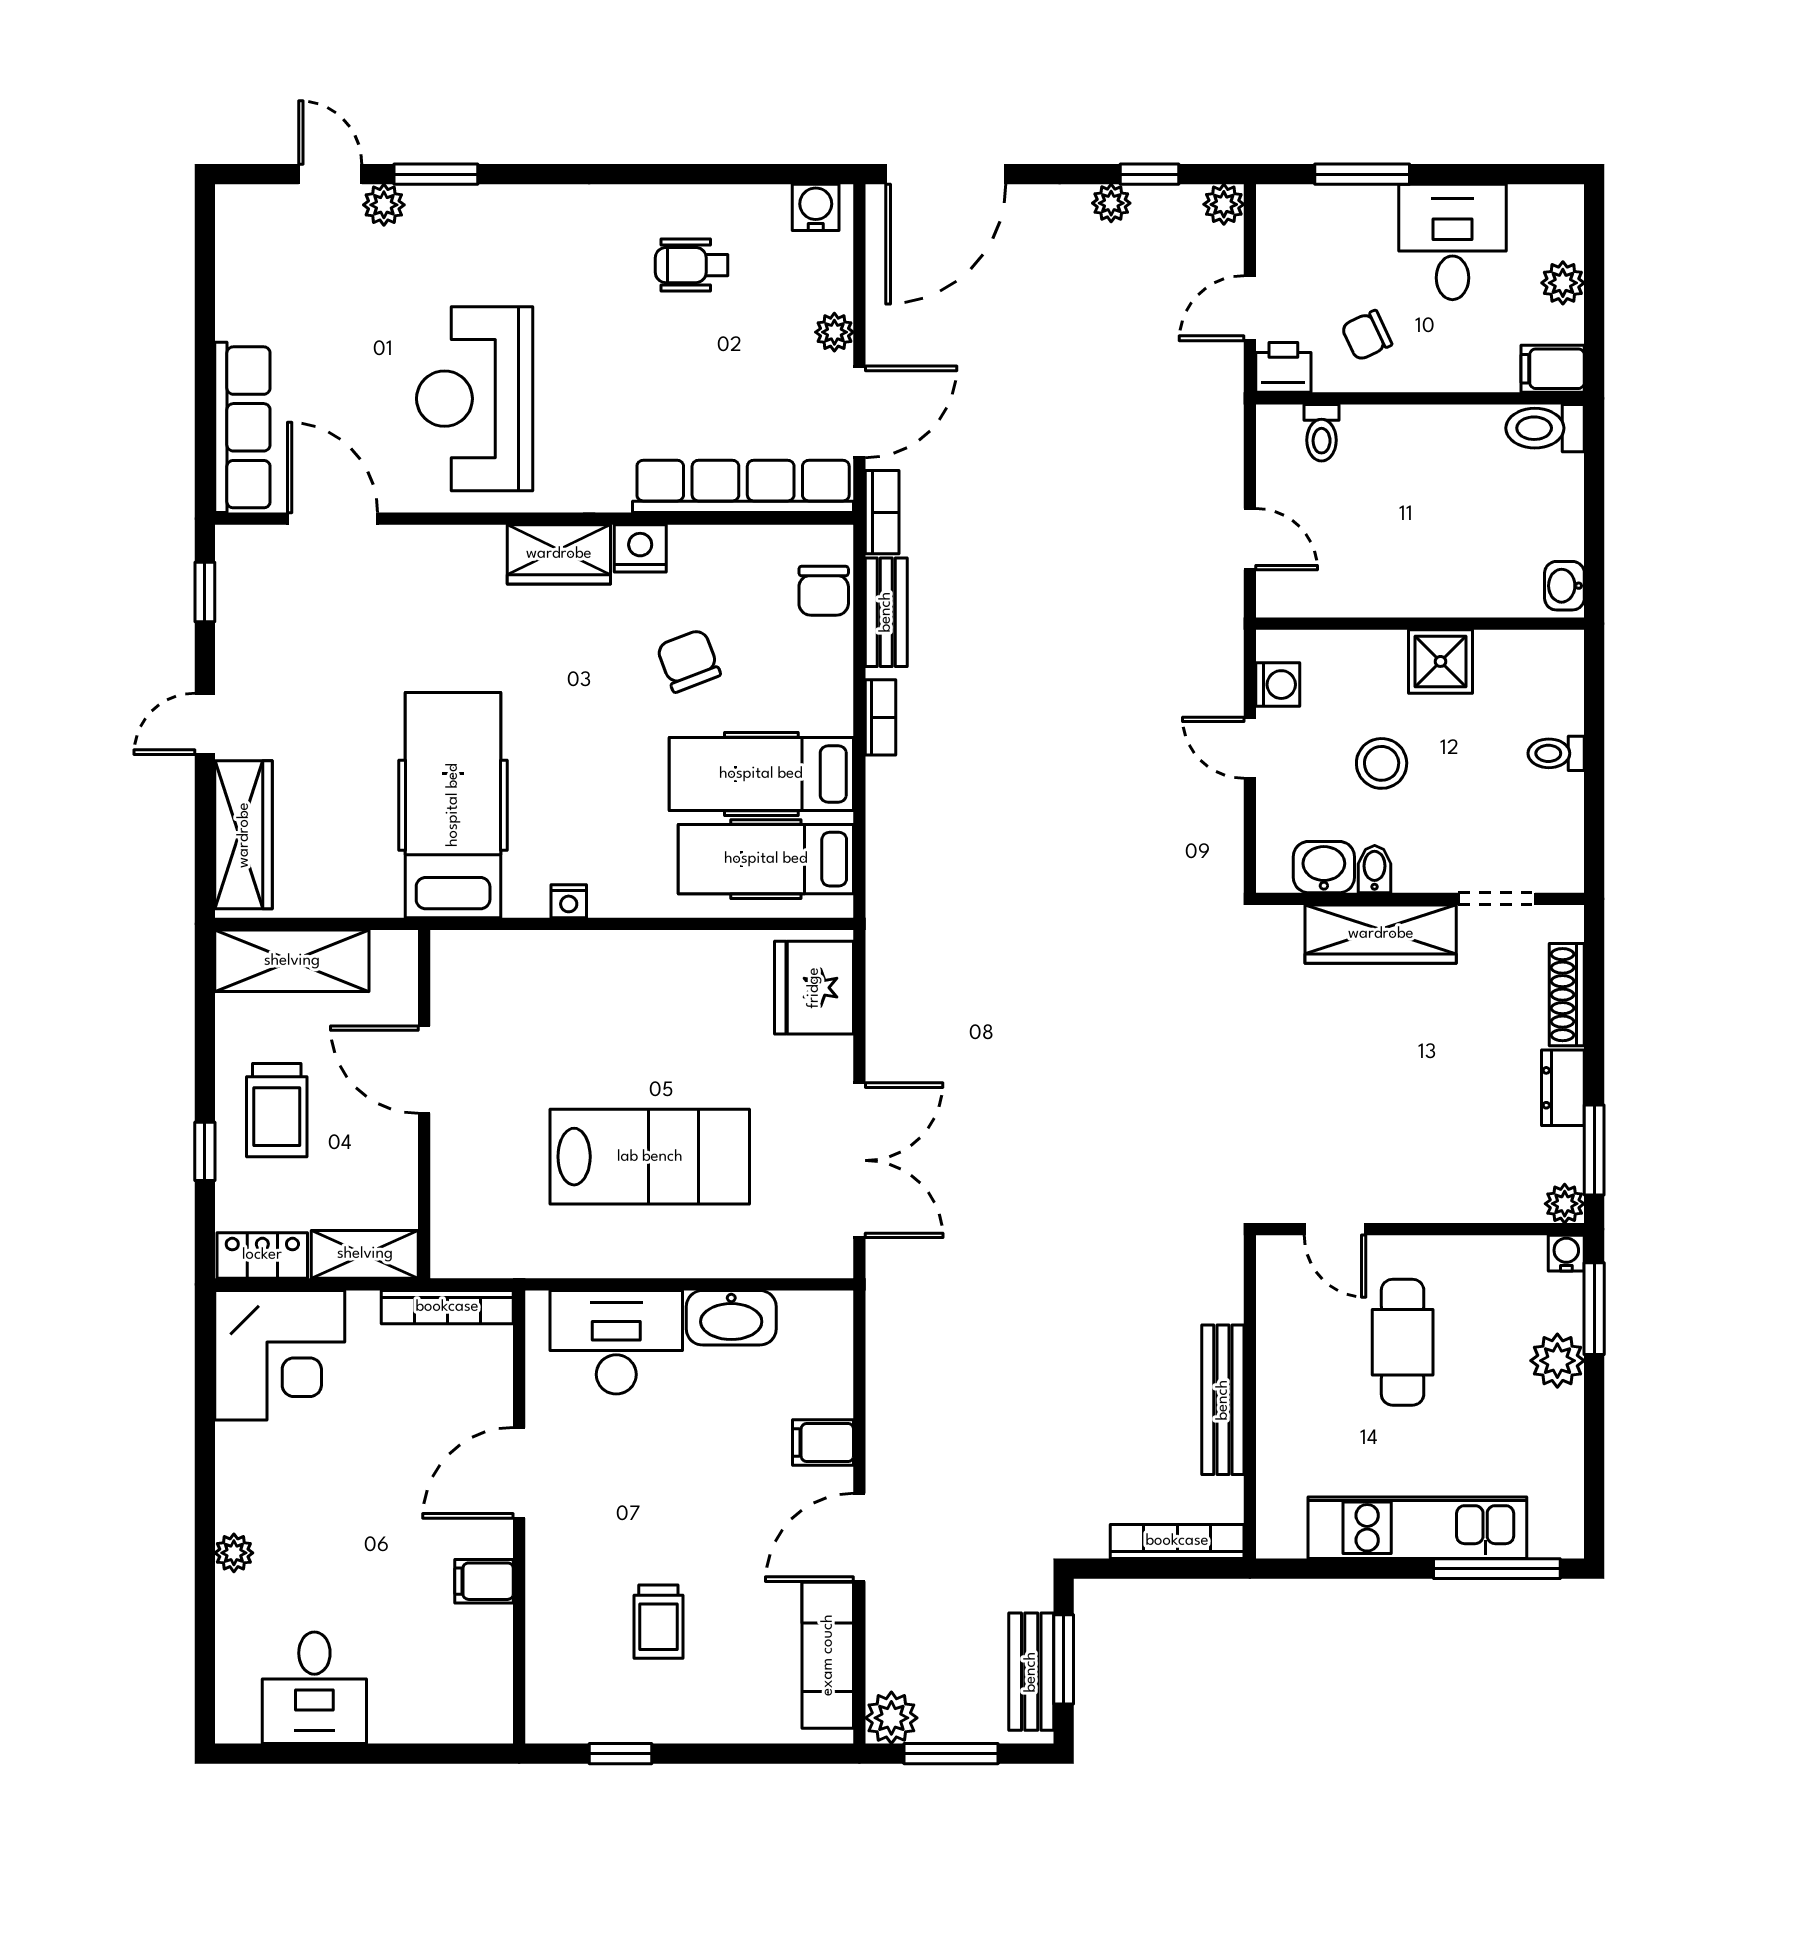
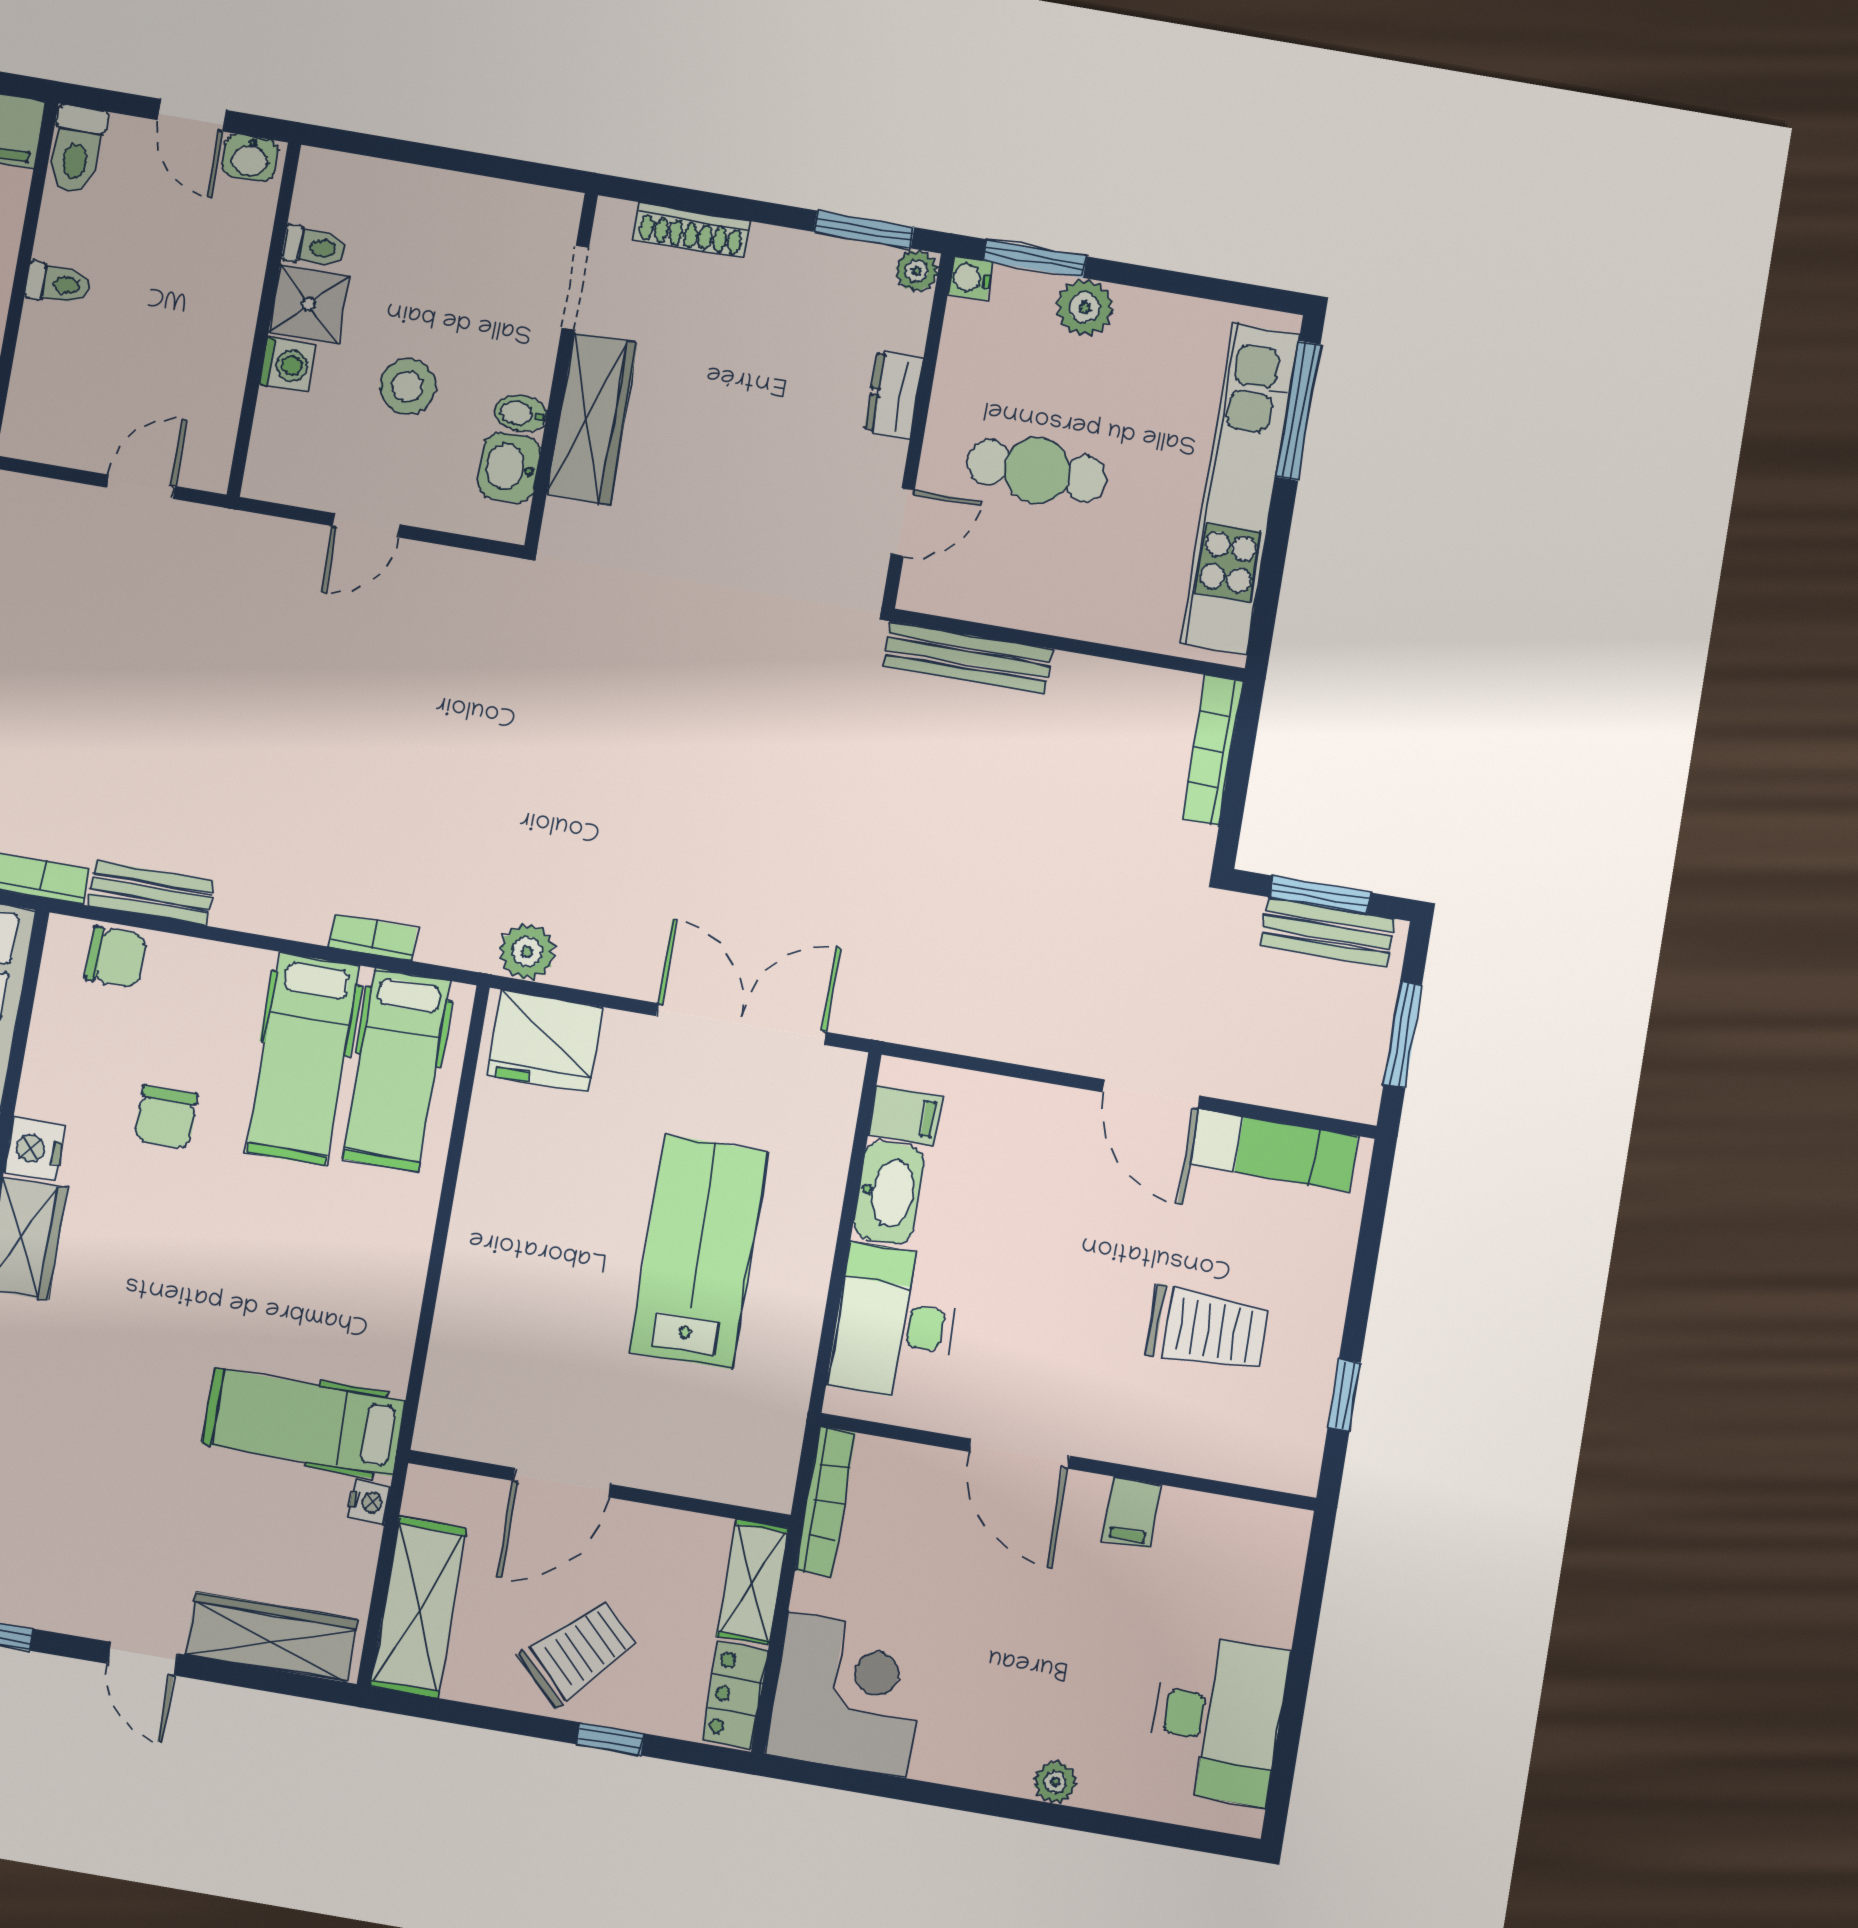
toilet: (1322, 433) -> (58, 284), moved
door: (1594, 527) -> (192, 115), added
chair: (689, 661) -> (166, 1117), turned -69
washing machine: (1278, 685) -> (287, 365), moved, turned 90
bookcase: (881, 717) -> (373, 937), moved
toilet: (1556, 753) -> (314, 247), moved, turned -90
hospital bed: (453, 805) -> (304, 1422), width x0.73, depth x0.78
nightstand: (569, 901) -> (369, 1502), moved
dresser: (1563, 1088) -> (894, 395), moved, turned 90
trolley: (277, 1110) -> (579, 1652), turned -45
bench: (1223, 1400) -> (968, 658), moved
filing cabinet: (823, 1443) -> (905, 1115), moved, turned -90
kitchen unit: (1417, 1528) -> (1240, 489), width x1.36
trolley: (658, 1622) -> (1207, 1329), width x1.36, depth x1.39
desk: (314, 1688) -> (1217, 1719), width x1.37
plant: (891, 1718) -> (527, 952), moved

